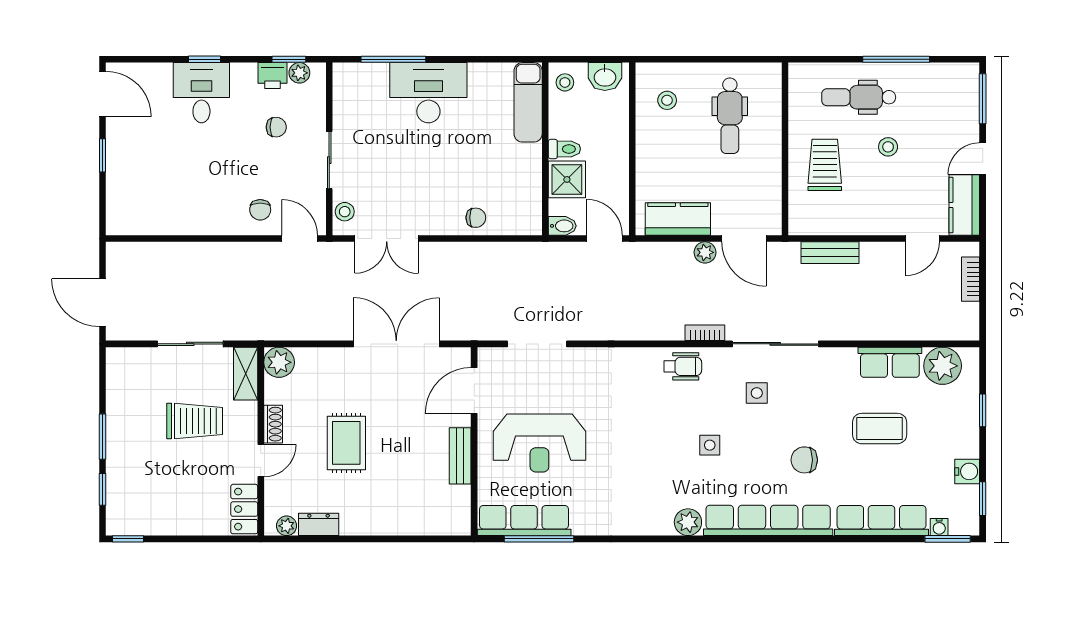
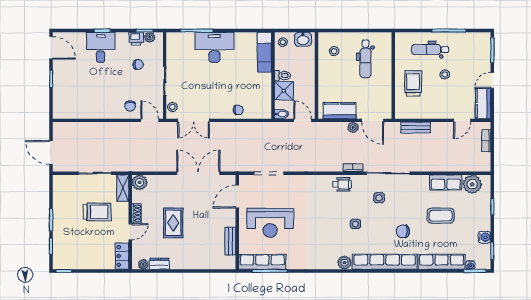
bench: (460, 456) -> (230, 241), moved

